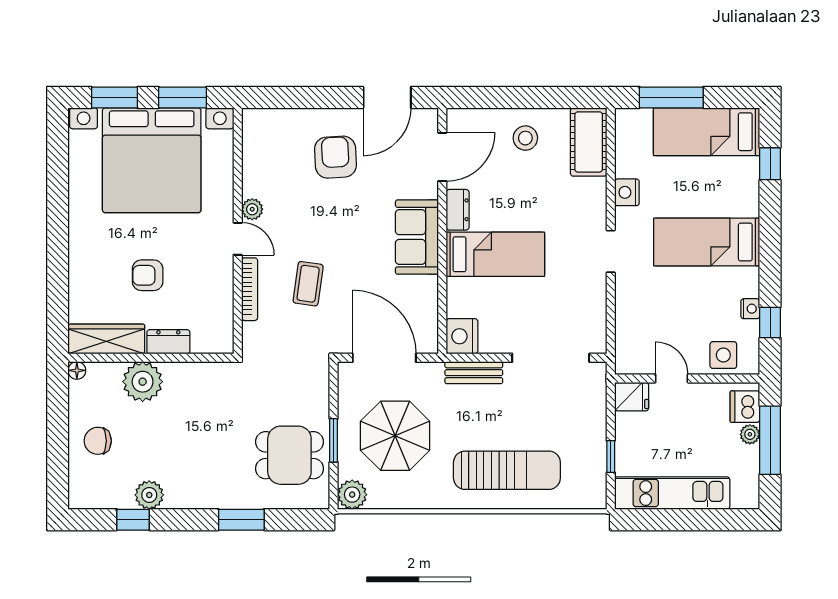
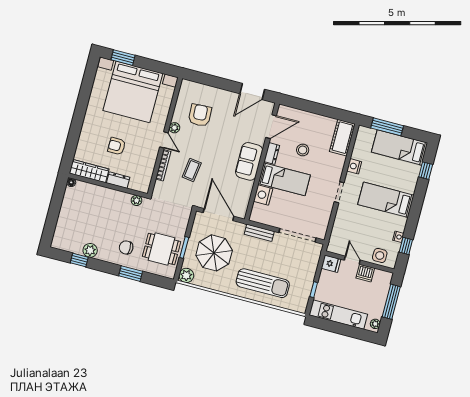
window: (183, 97) -> (155, 66), removed
stool: (525, 138) -> (303, 150), moved
armchair: (335, 157) -> (200, 115), moved
nightstand: (462, 336) -> (263, 195), moved
plant: (143, 382) -> (137, 200), moved, width x0.53, depth x0.53
dishwasher: (745, 407) -> (365, 273), moved, turned -90
plant: (750, 434) -> (375, 324), moved
chair: (98, 441) -> (126, 247), moved

